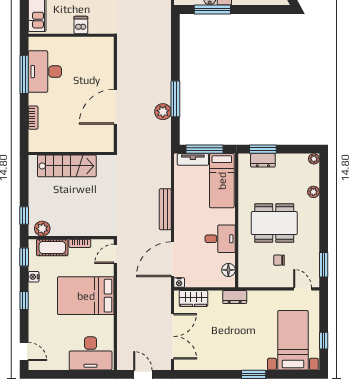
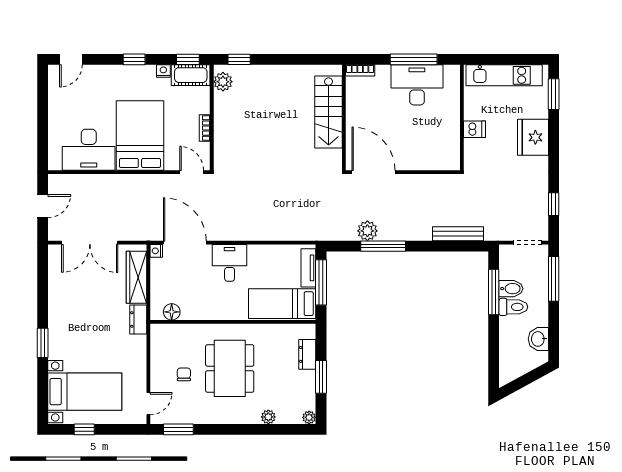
window: (263, 149) -> (321, 377), moved
wall: (71, 153) -> (344, 117), moved
stairs: (67, 166) -> (329, 112), moved
bench: (165, 209) -> (458, 234), moved
desk: (220, 239) -> (230, 263), moved, turned 180
cot: (52, 247) -> (191, 75), moved, turned 90
wardrobe: (193, 298) -> (136, 277), width x1.50
desk: (91, 353) -> (89, 150), moved, turned -90

